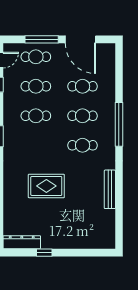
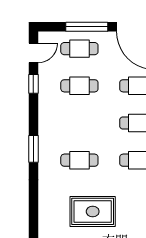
cafe table: (36, 116) -> (79, 160), moved

